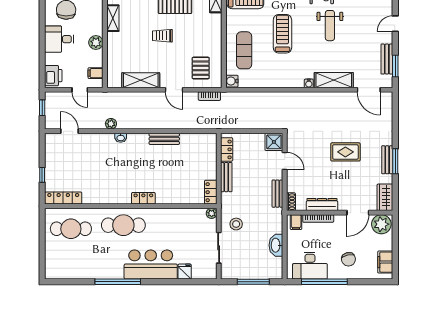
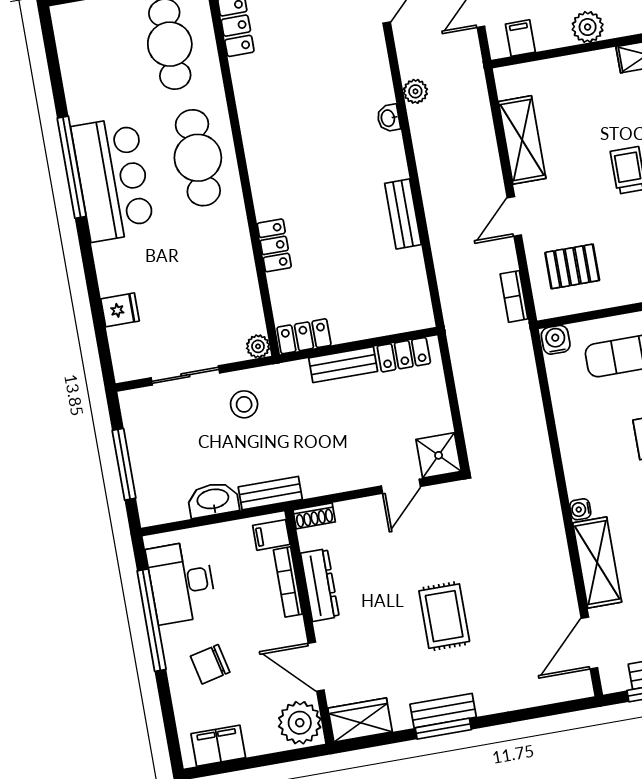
bench: (277, 194) -> (270, 493), moved
locker: (143, 198) -> (274, 245), moved
bar counter: (151, 265) -> (113, 179), moved

